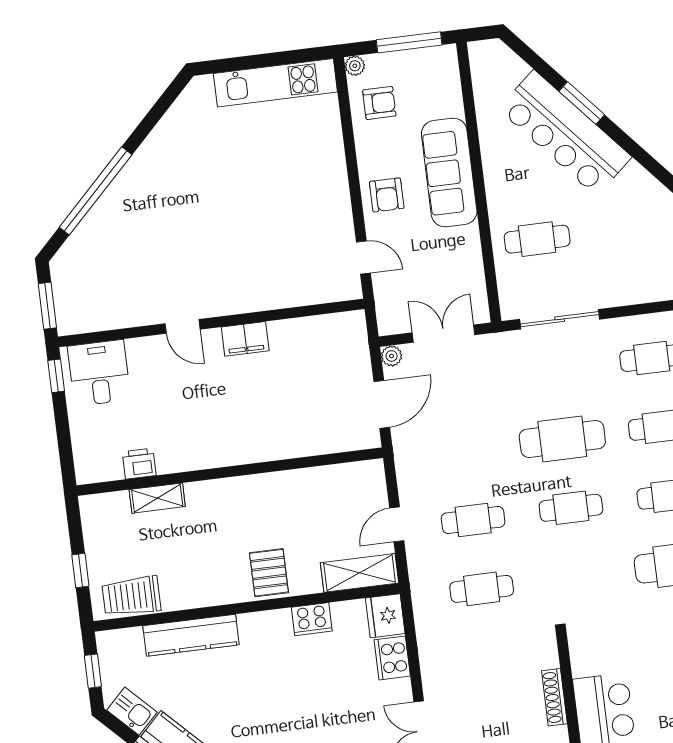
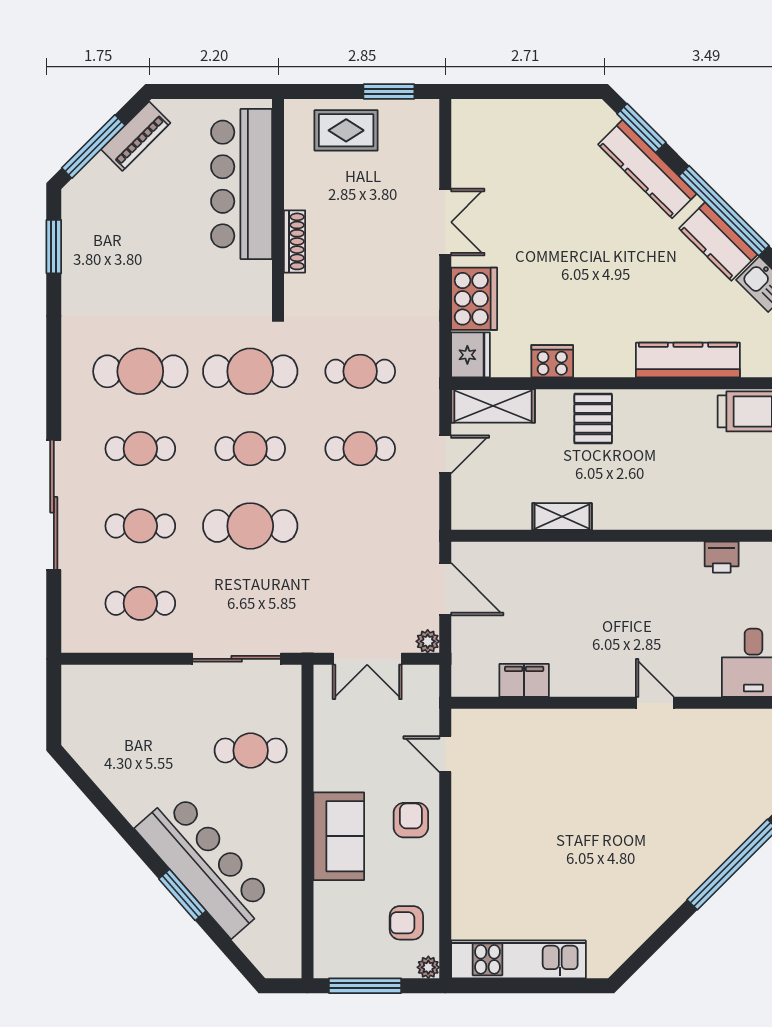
sofa: (449, 173) -> (339, 836), width x0.73
filing cabinet: (245, 339) -> (524, 680), moved
door: (382, 404) -> (445, 589), swing flipped
shelving: (157, 498) -> (562, 516), moved
cafe table: (579, 577) -> (250, 371), added
cooker: (392, 658) -> (474, 299), width x1.37, depth x1.31

